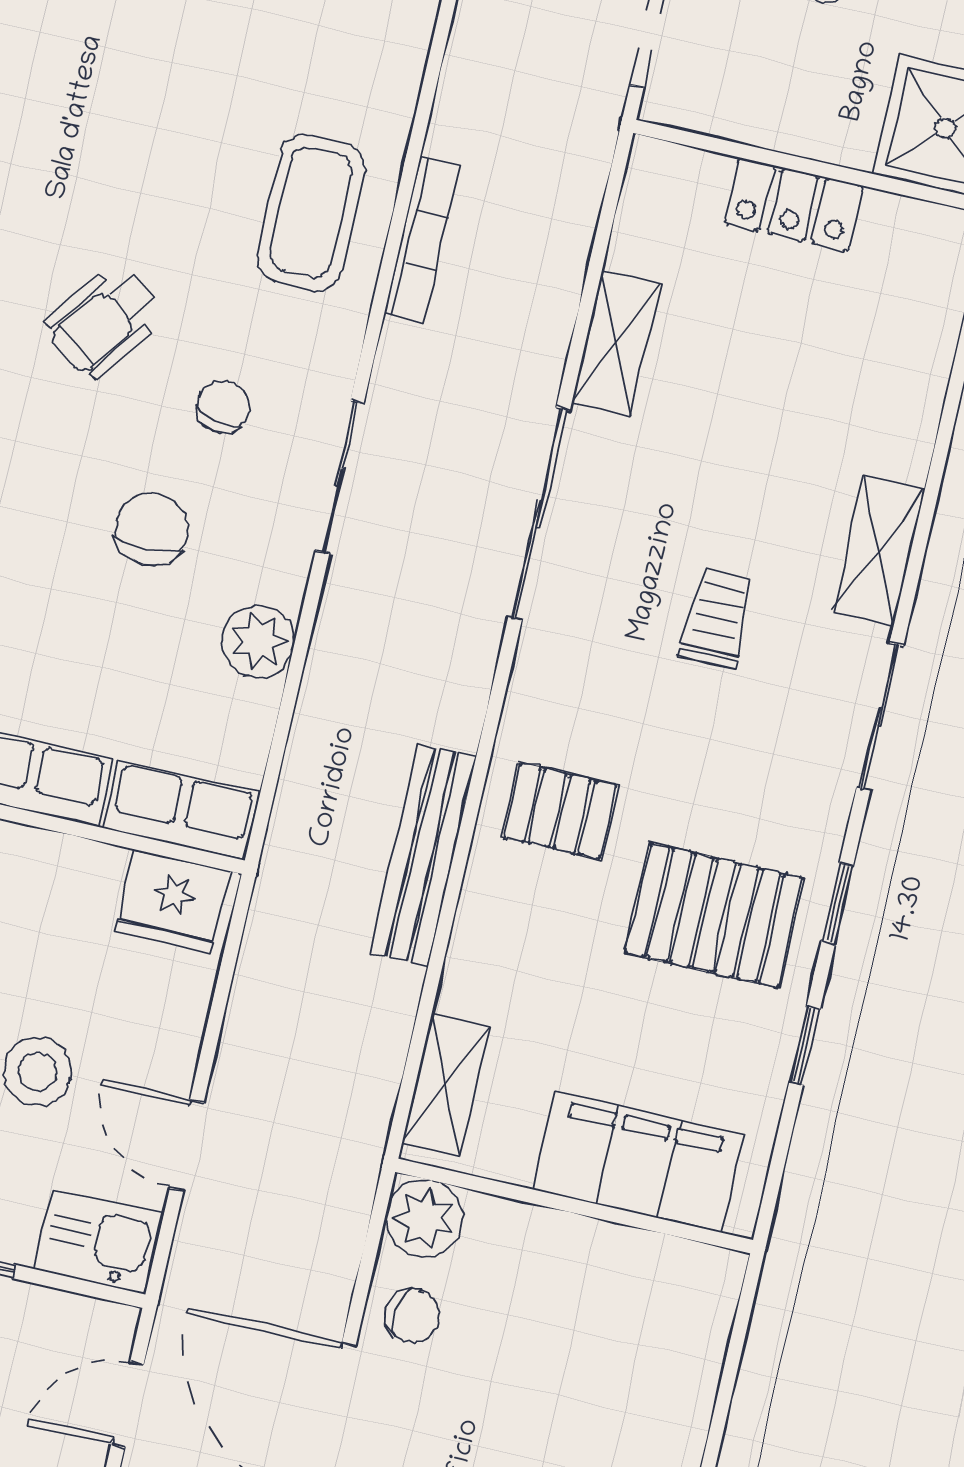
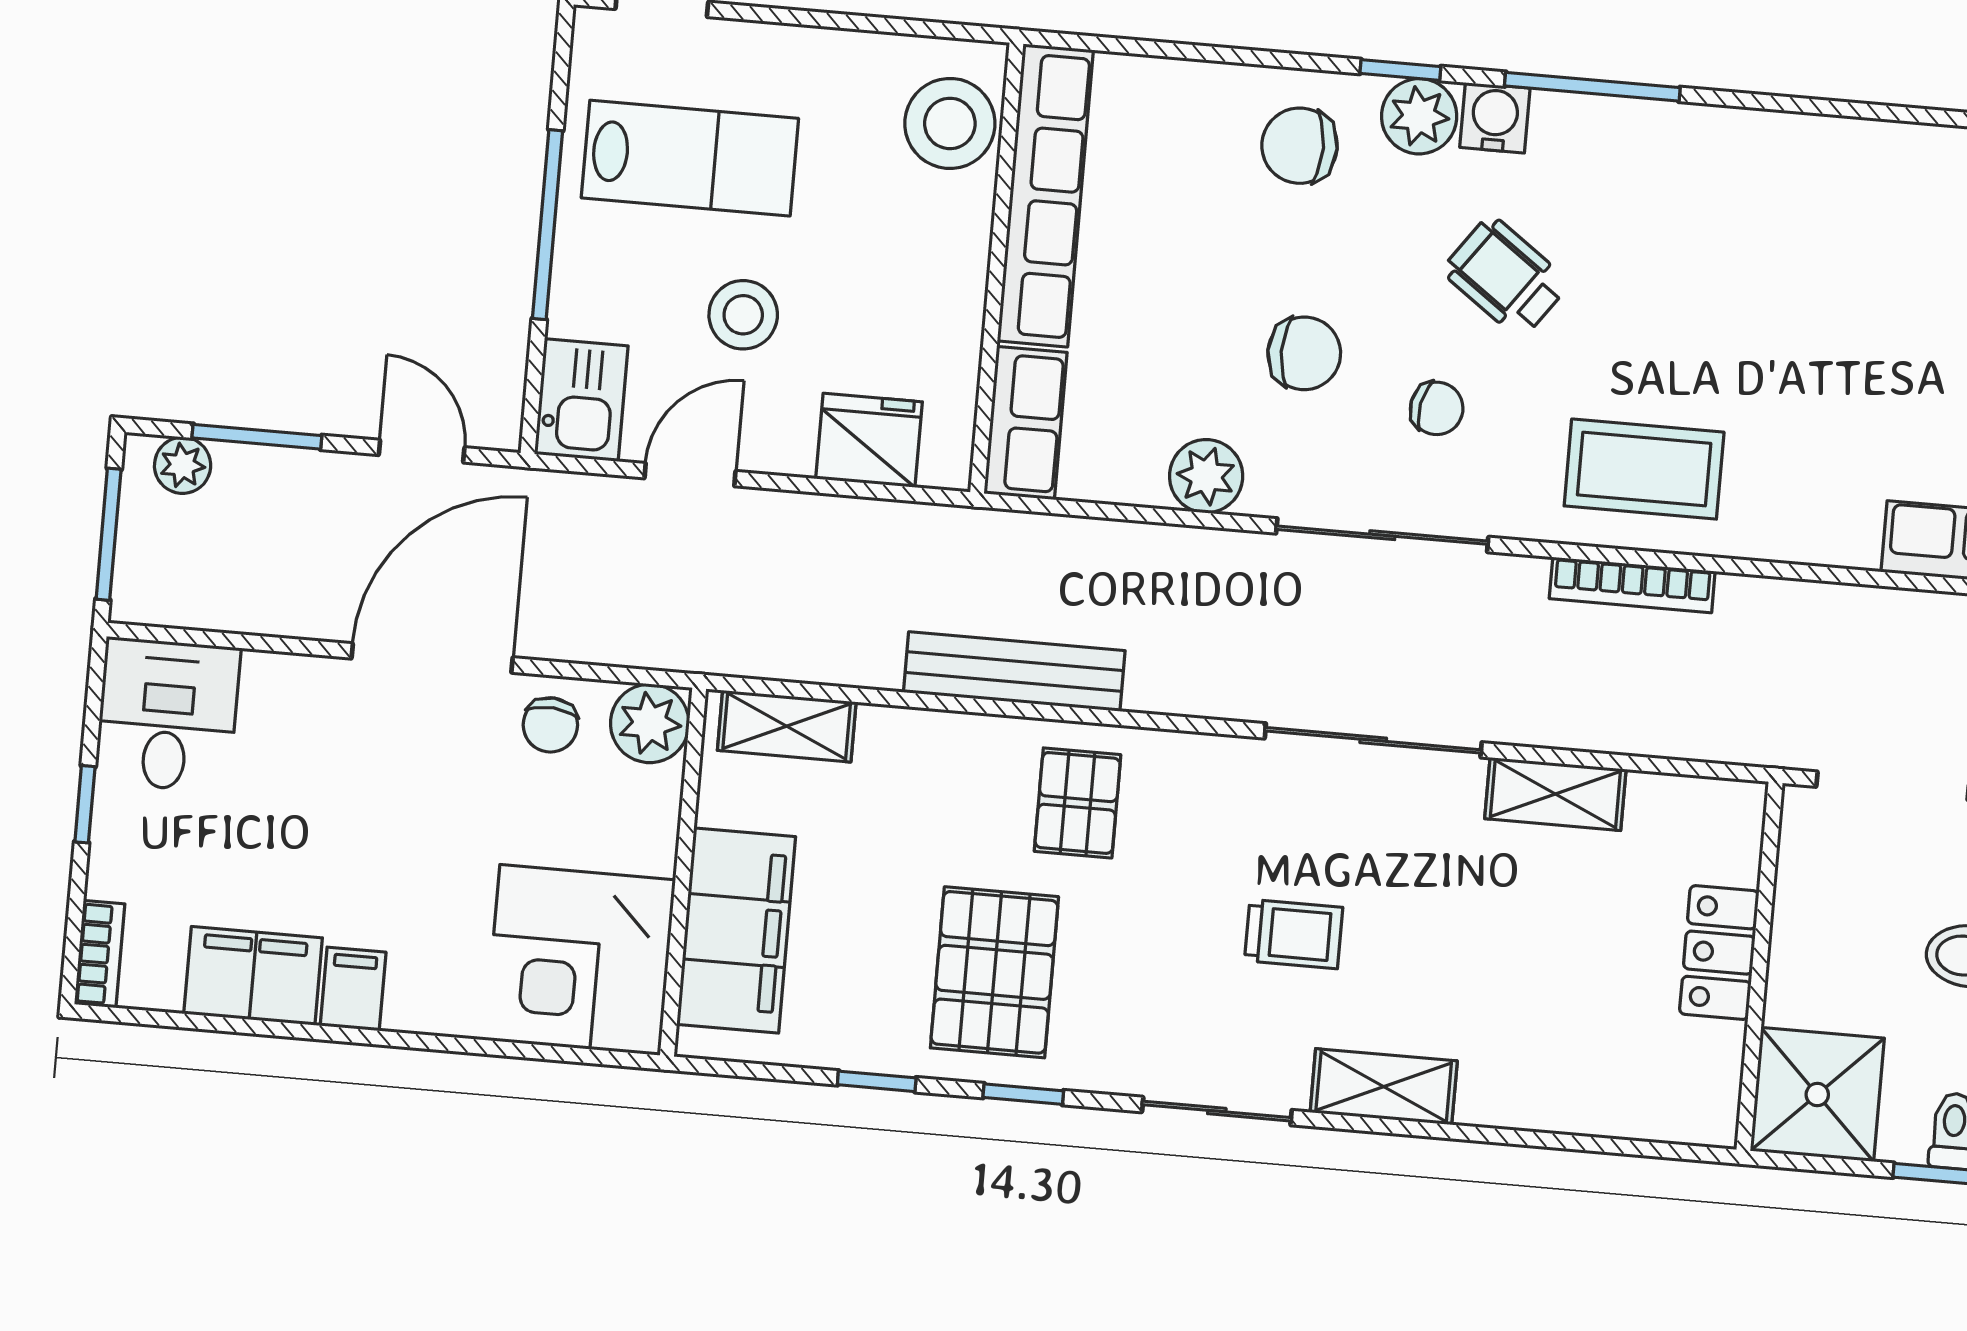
sliding door: (340, 477) -> (1382, 535), width x1.37
fridge: (173, 901) -> (869, 440), moved, turned 90
corner desk: (646, 1319) -> (580, 960), added

